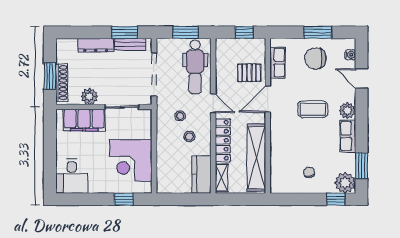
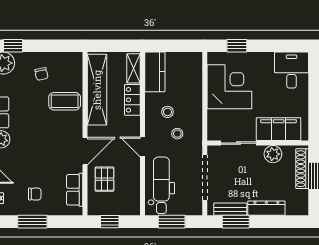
chair: (315, 59) -> (35, 194), width x0.54, depth x0.54
pallet: (249, 73) -> (104, 179), turned 90
coffee table: (313, 109) -> (65, 101), moved
locker: (223, 140) -> (132, 100), width x0.66

